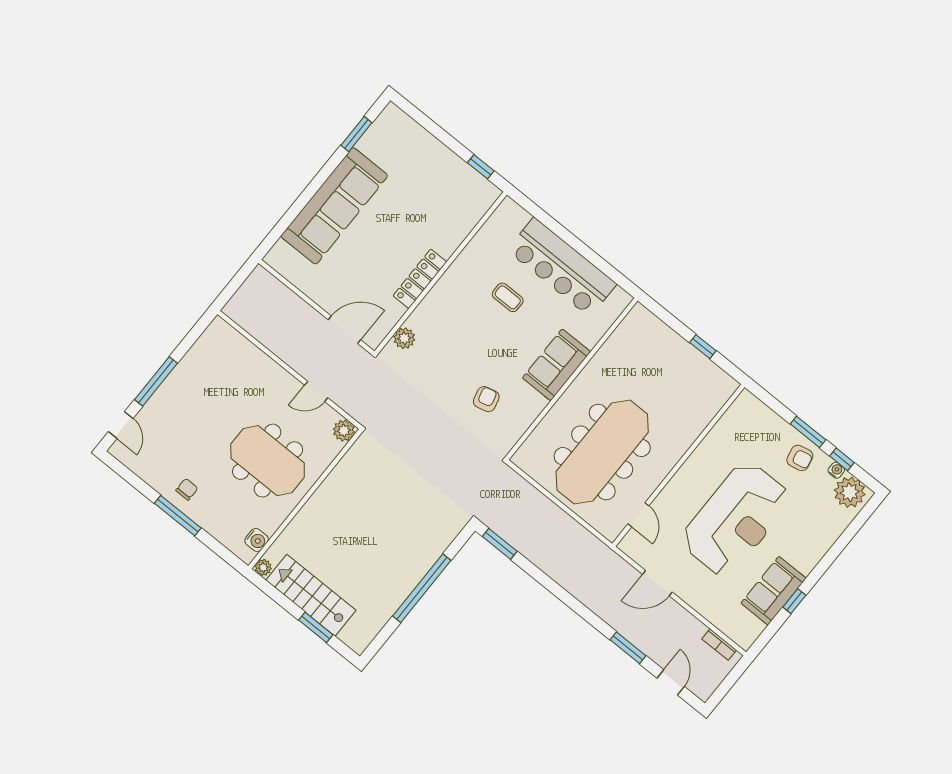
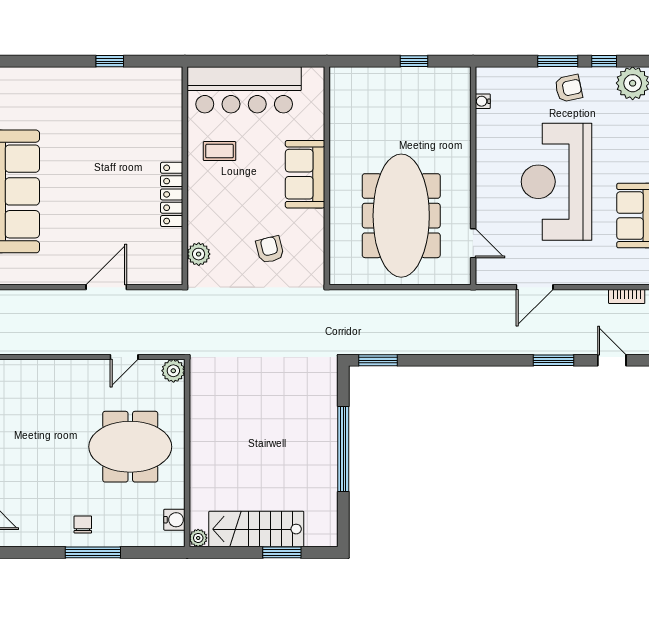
wall: (441, 273) -> (185, 176), moved
locker: (420, 279) -> (172, 194), moved
plant: (404, 338) -> (199, 254), moved
water cooler: (836, 470) -> (483, 101), moved, turned -90
reception desk: (736, 519) -> (556, 182), turned 180

